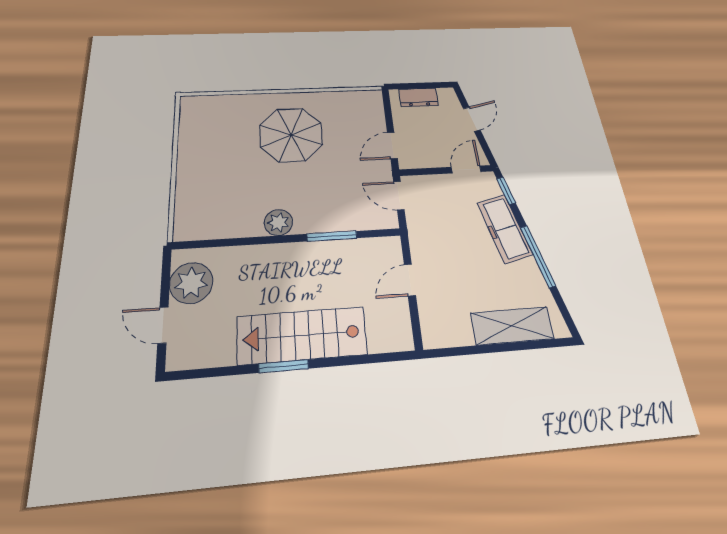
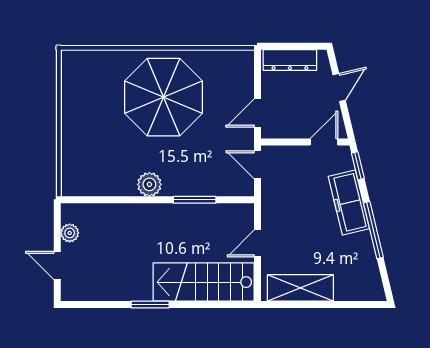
dresser: (419, 97) -> (290, 60), width x1.44
parasol: (291, 135) -> (163, 97), width x1.36, depth x1.36
plant: (191, 283) -> (70, 233), width x0.53, depth x0.53
shelving: (512, 326) -> (300, 288), moved
stairs: (302, 335) -> (204, 282), moved

